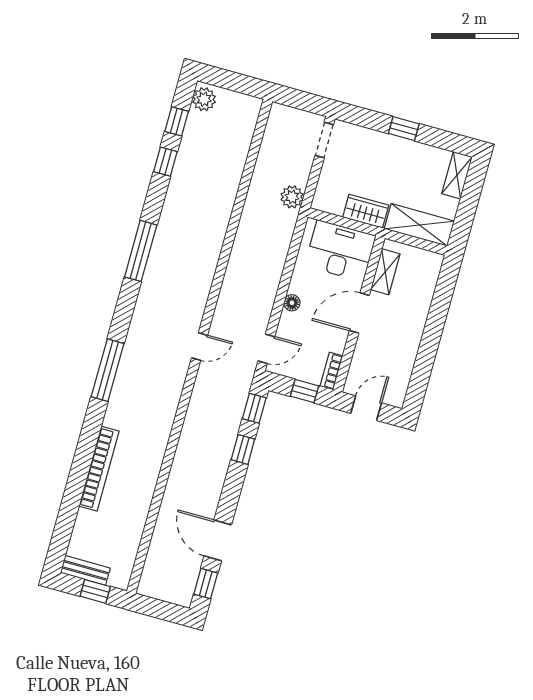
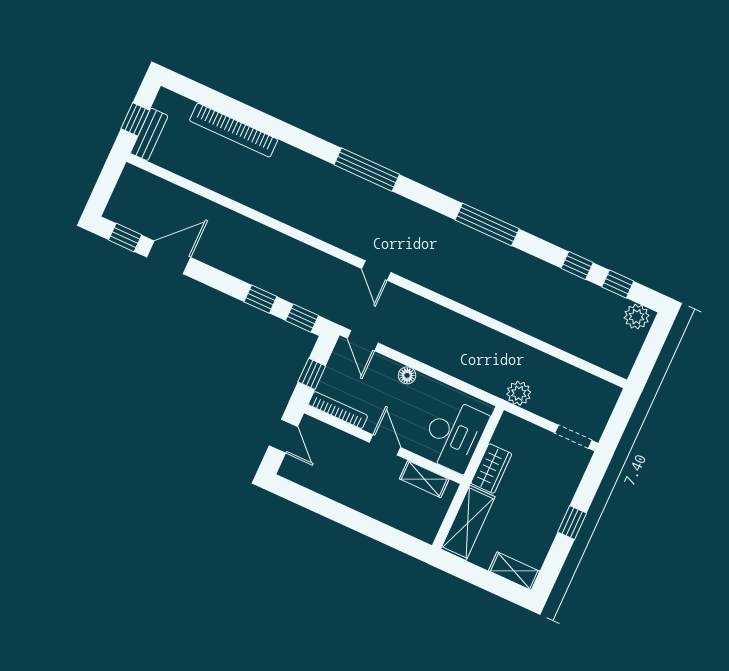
door: (359, 313) -> (385, 445), width x0.73
bookcase: (331, 371) -> (338, 410), width x1.56
bookcase: (99, 469) -> (234, 130), moved
bench: (85, 570) -> (149, 134), moved

